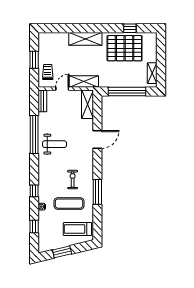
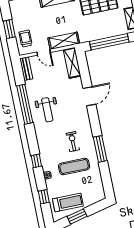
door: (62, 89) -> (44, 52), swing flipped
weight bench: (55, 144) -> (47, 110), turned 90
treadmill: (77, 229) -> (68, 202), moved, turned 180

